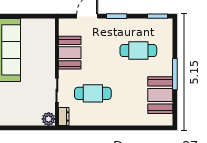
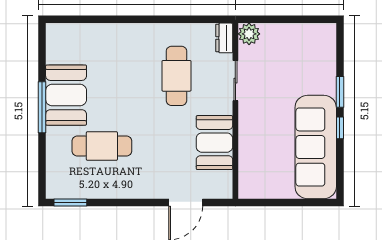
window: (117, 16) -> (137, 202), removed
cafe table: (93, 93) -> (176, 76), turned 90
booth: (160, 95) -> (66, 95), moved

